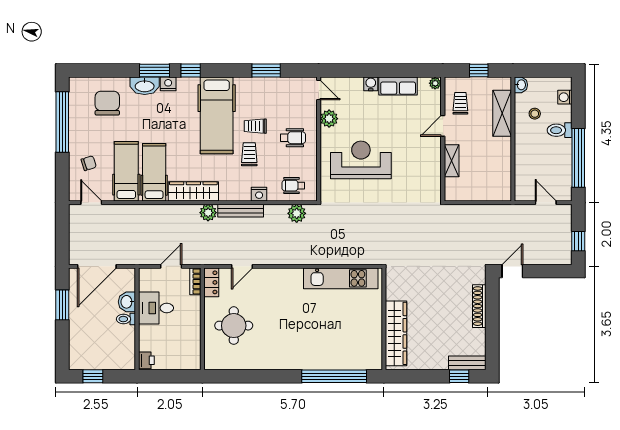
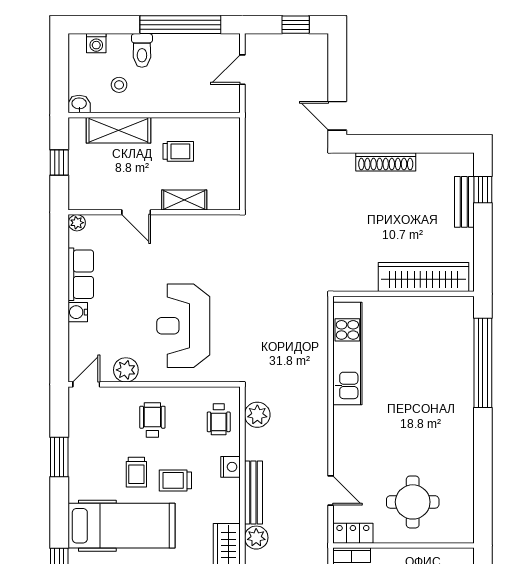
trolley: (460, 103) -> (178, 151), moved, turned 180
bench: (467, 363) -> (464, 202), moved

